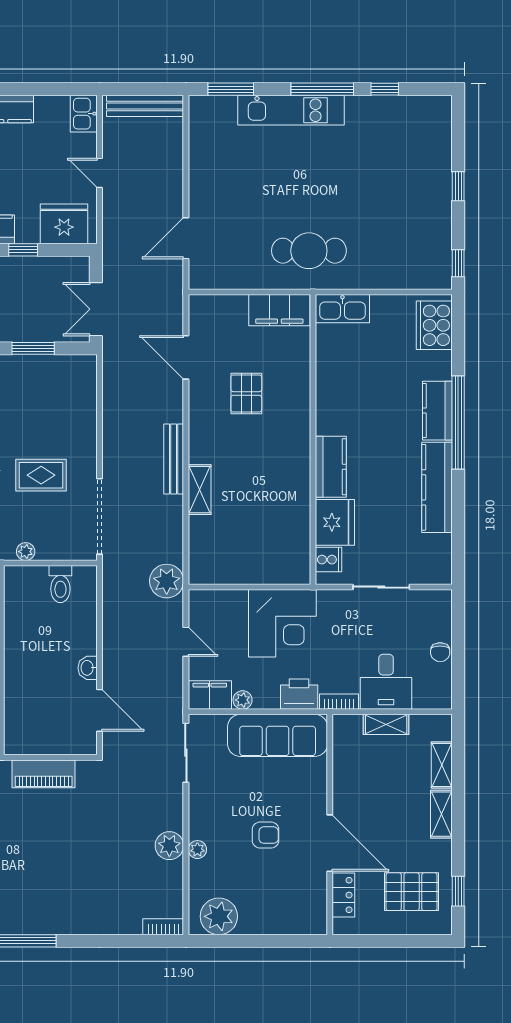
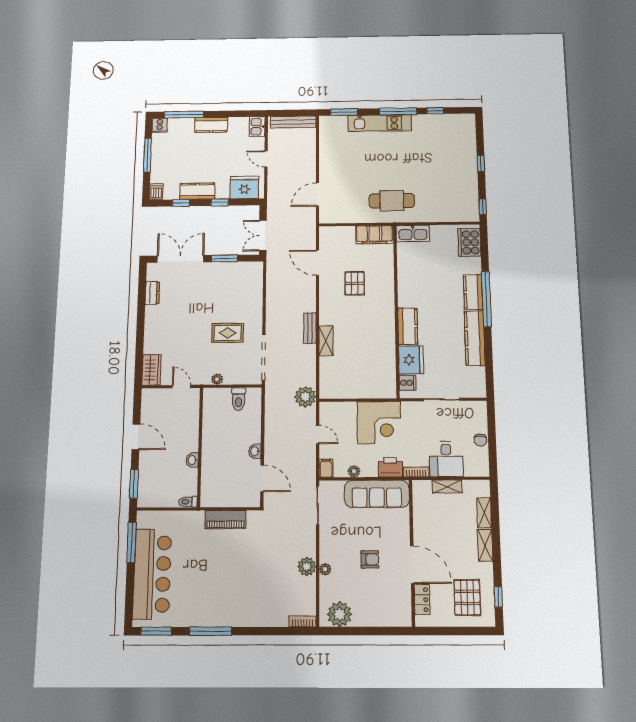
bench: (174, 459) -> (310, 328), width x0.73
filing cabinet: (210, 695) -> (326, 468), width x0.50
pallet: (412, 892) -> (467, 597), turned 90

